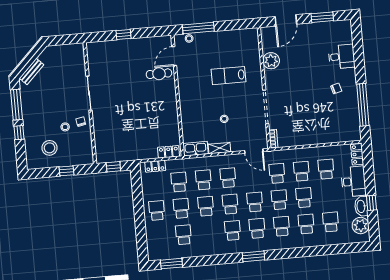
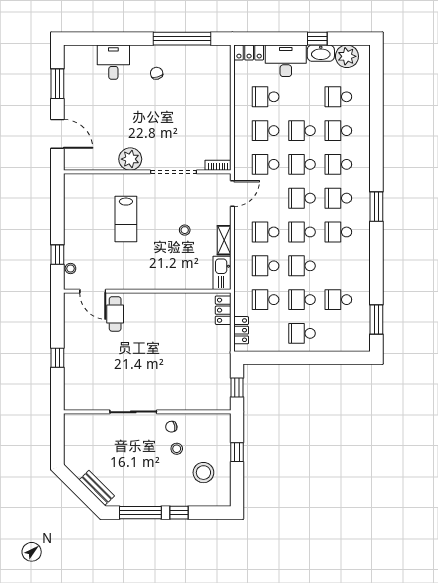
window: (198, 28) -> (57, 255), width x0.46
plant: (271, 61) -> (130, 159), moved

